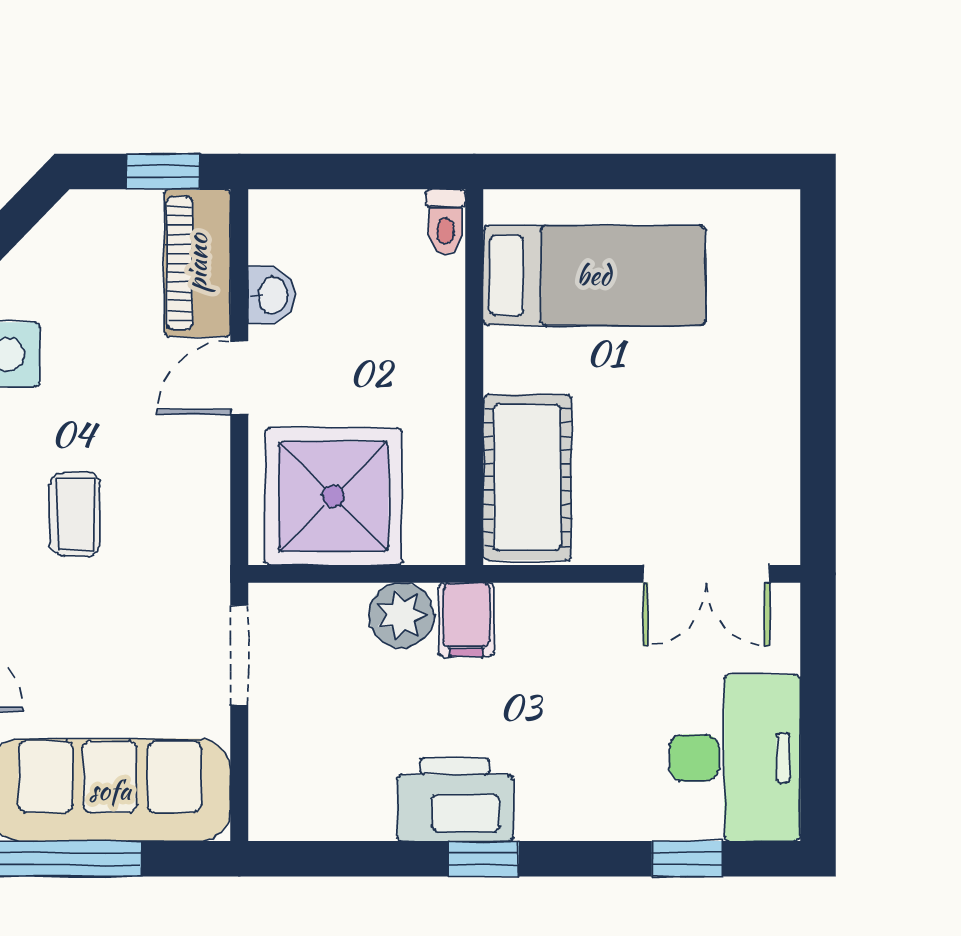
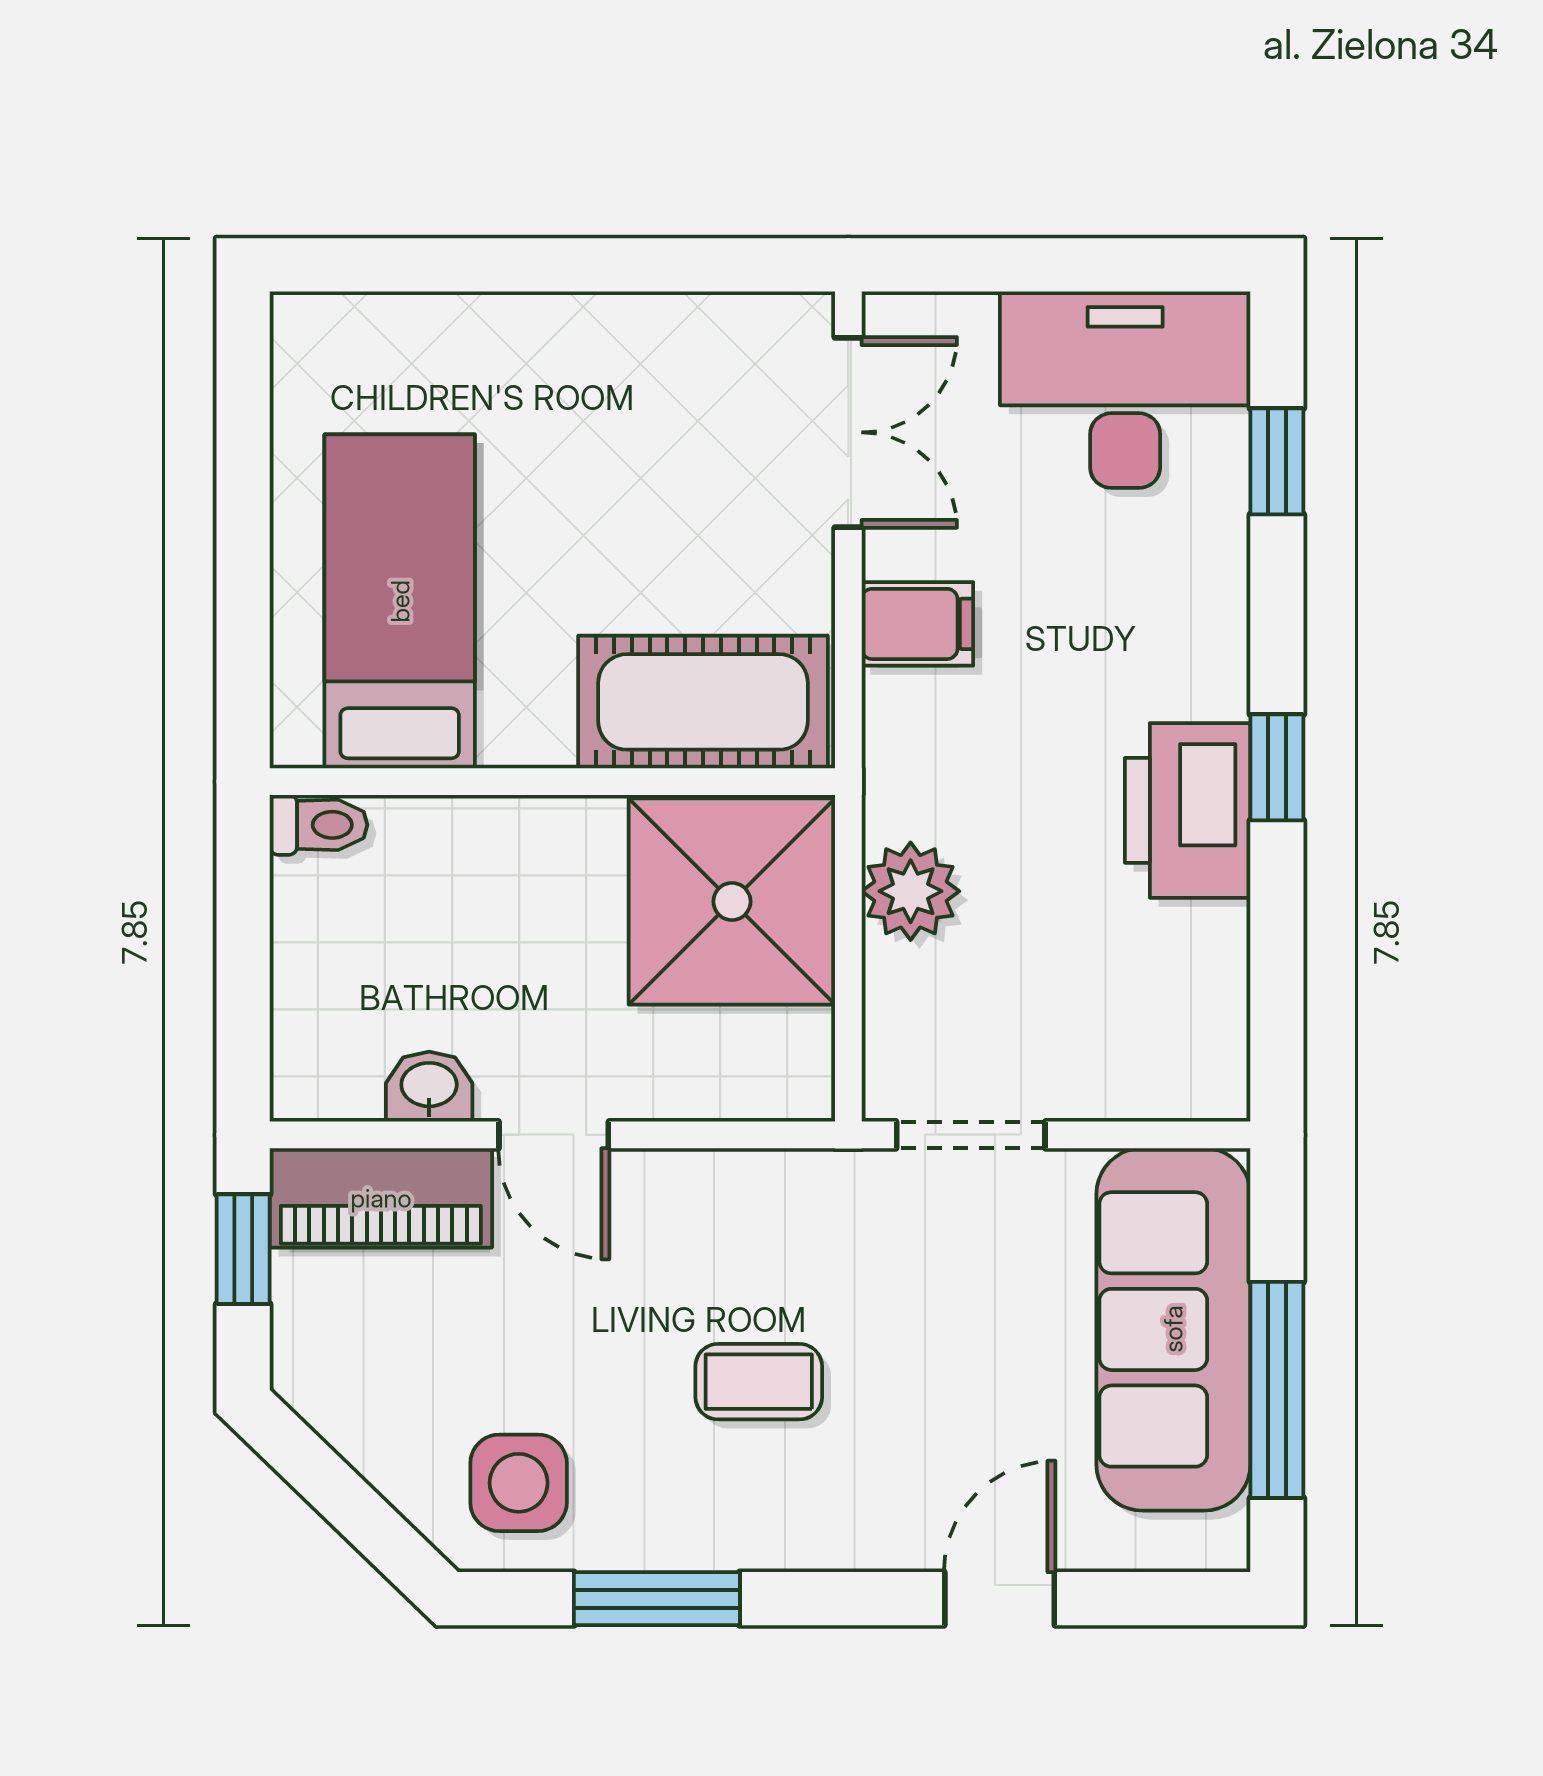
shower: (333, 496) -> (732, 901), moved
filing cabinet: (466, 620) -> (917, 624), moved

